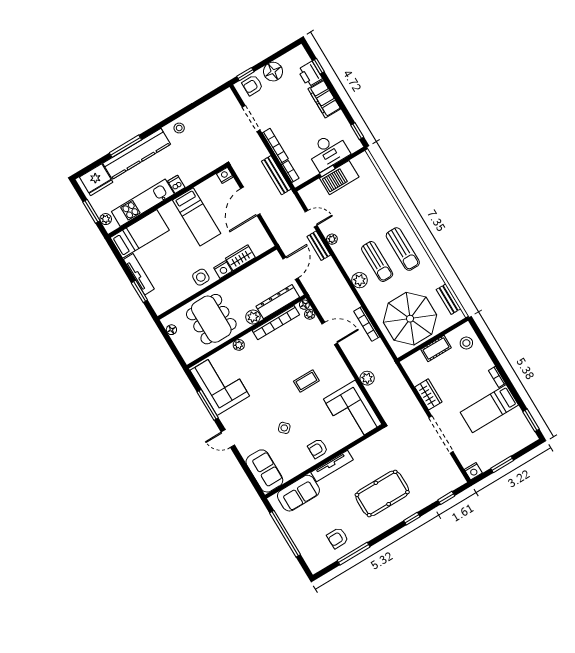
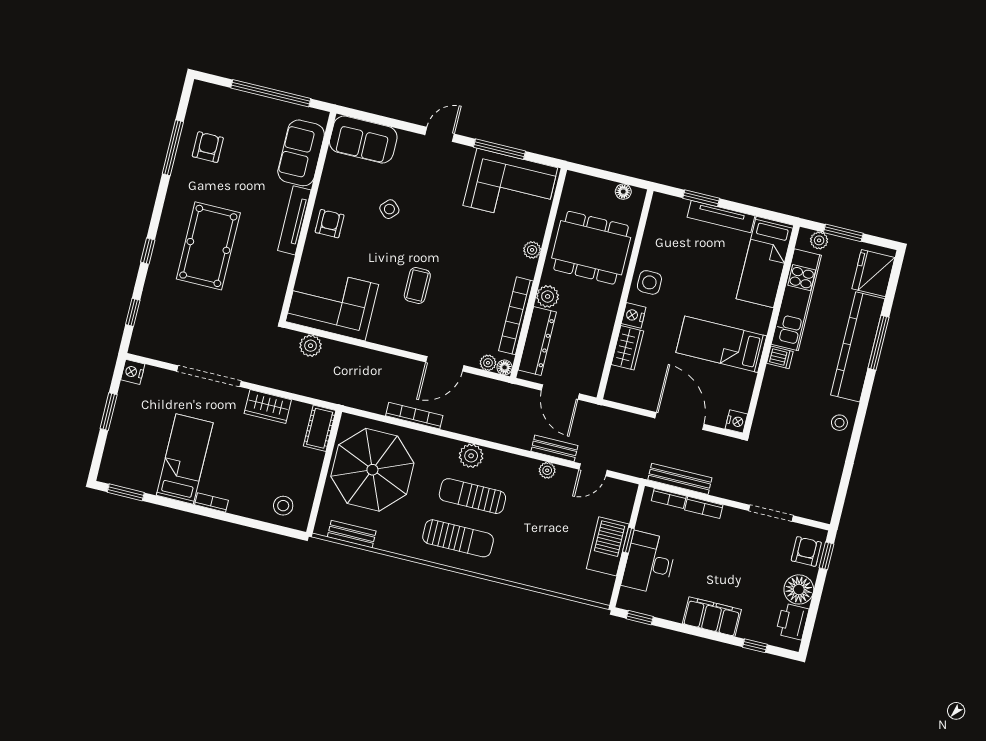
printer: (310, 74) -> (792, 621), moved, turned -90
bookcase: (275, 146) -> (704, 507), width x0.64
sun lounger: (403, 249) -> (458, 538), turned 180
cot: (436, 349) -> (320, 428), moved
plant: (367, 378) -> (311, 346), moved

